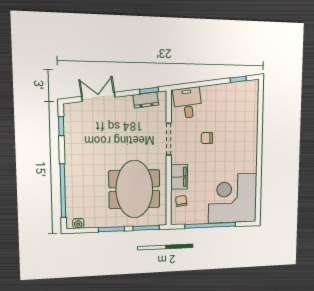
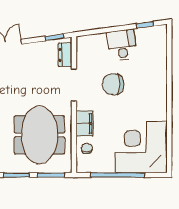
dresser: (146, 100) -> (65, 55), moved, turned 98
desk: (188, 103) -> (122, 45), moved
chair: (207, 138) -> (113, 84), width x1.87, depth x1.87

